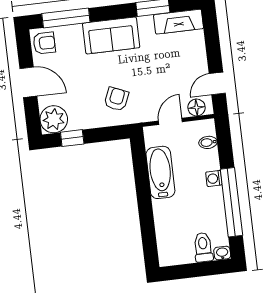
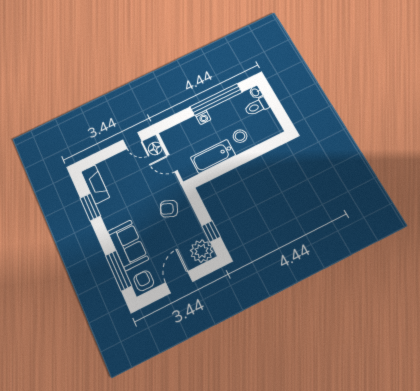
sofa: (111, 35) -> (128, 245), moved
bidet: (208, 142) -> (178, 131), removed
stool: (173, 213) -> (240, 136), added

